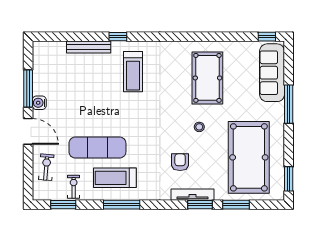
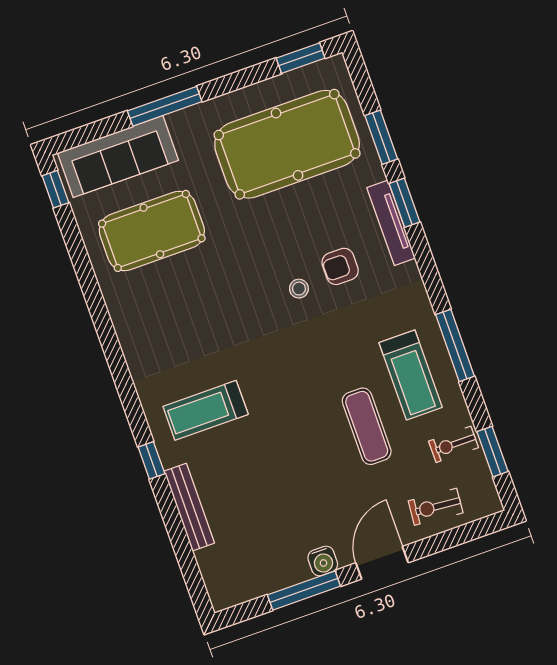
treadmill: (133, 72) -> (206, 410), turned 180
pool table: (207, 78) -> (152, 231), moved
stool: (199, 127) -> (299, 289), moved
exercise mat: (97, 148) -> (367, 426), width x0.73, depth x0.69

